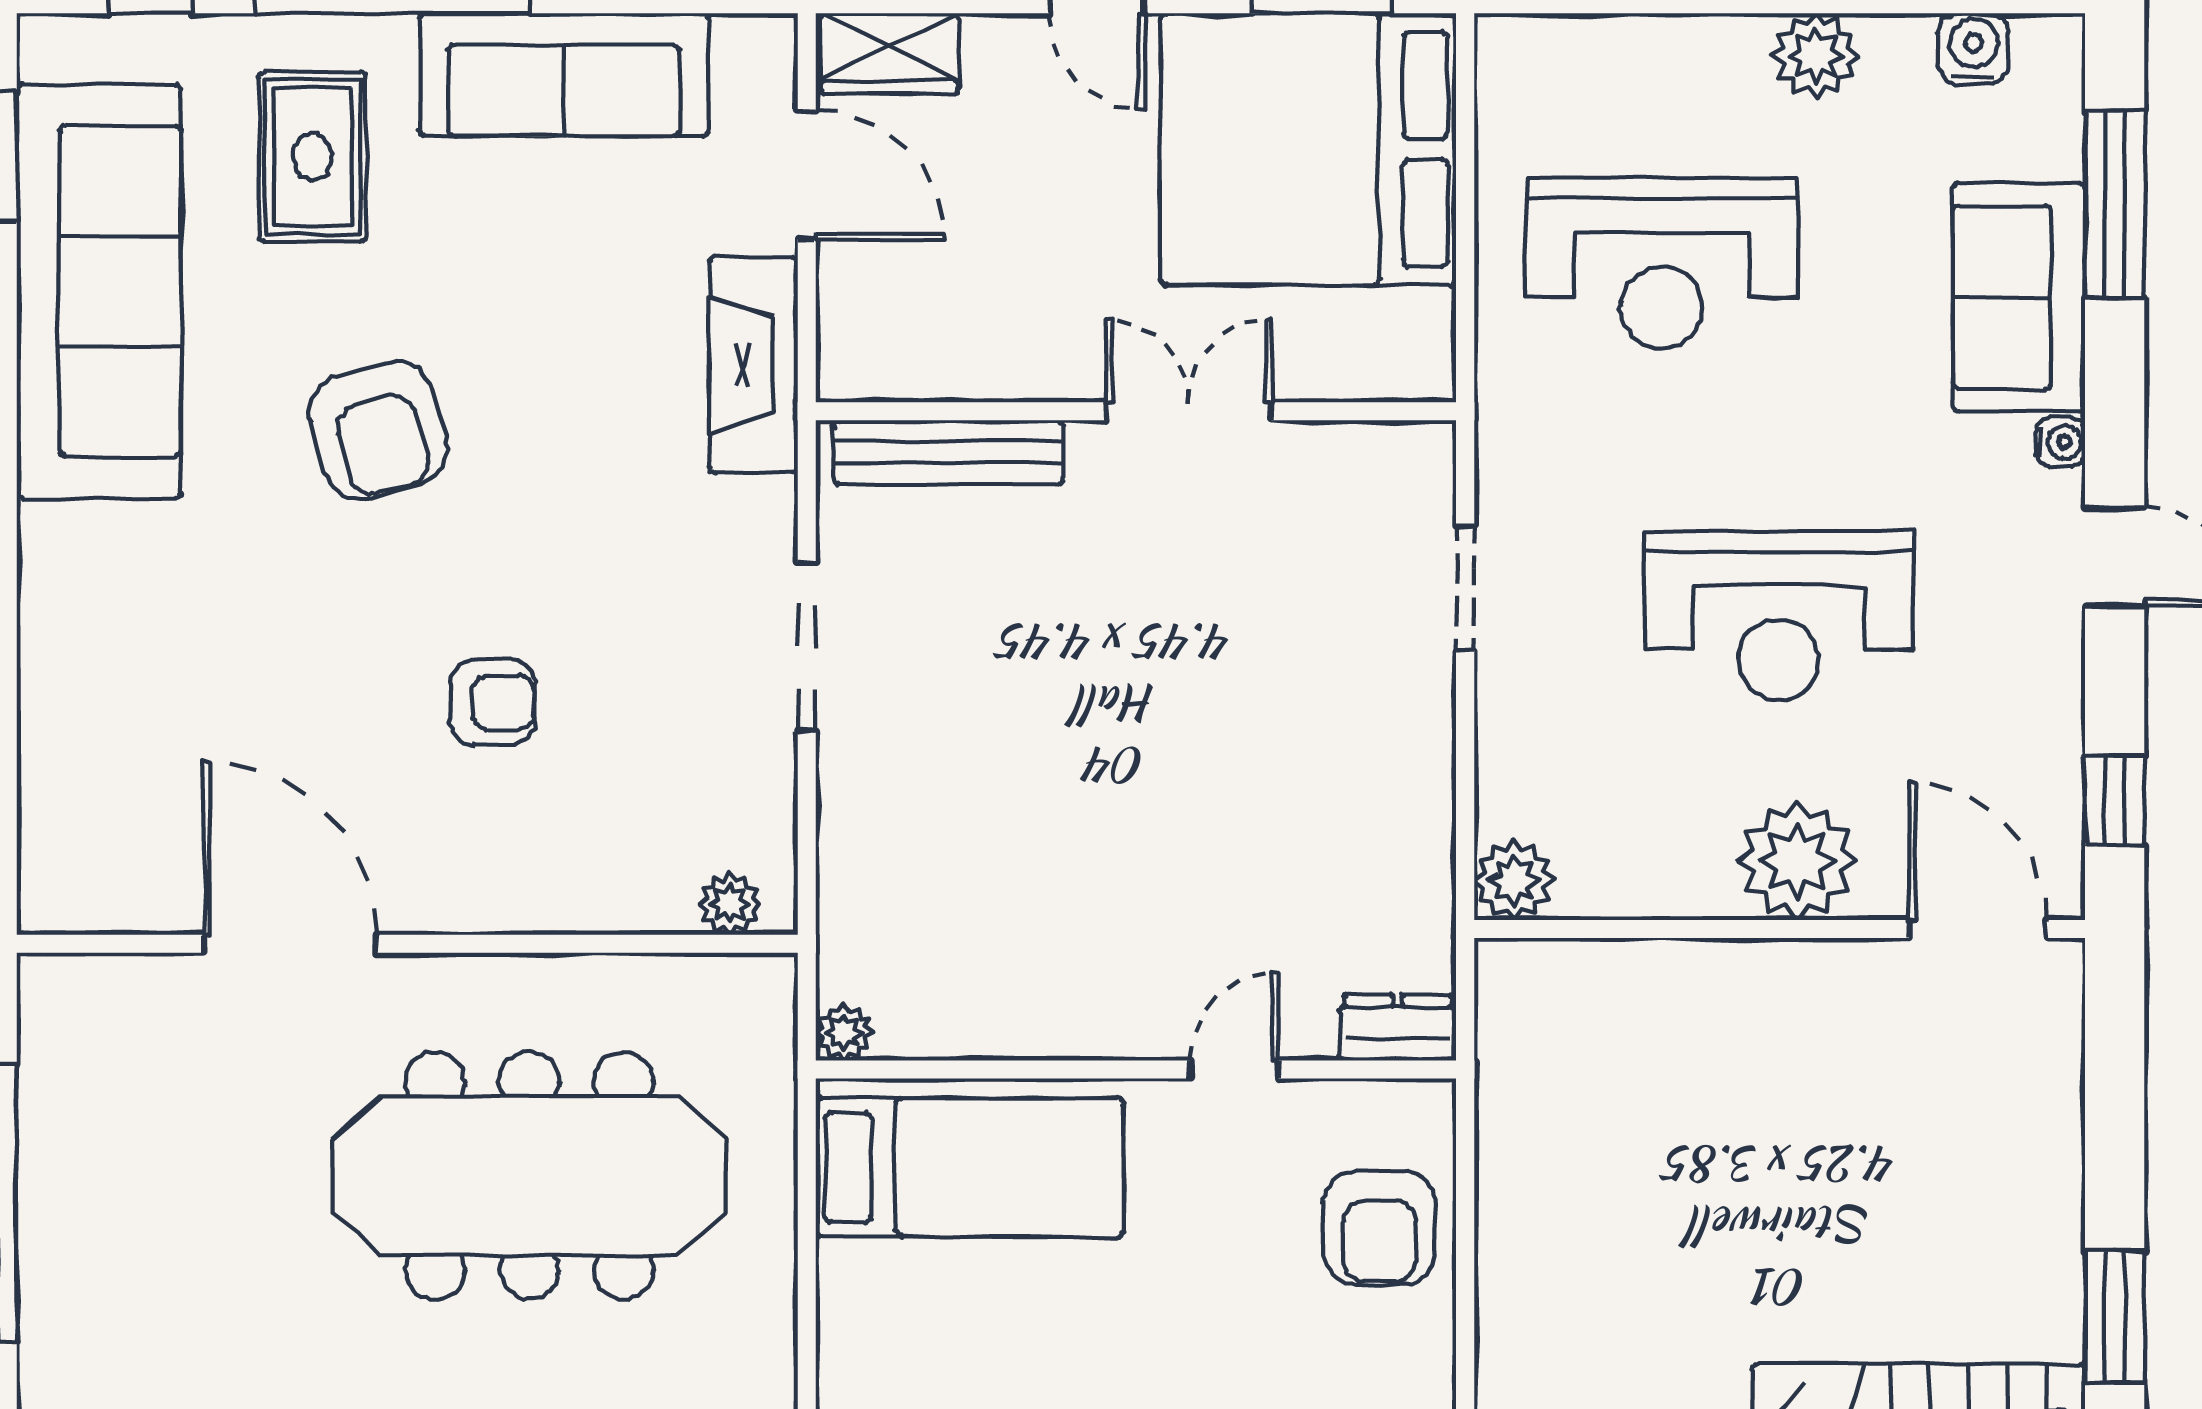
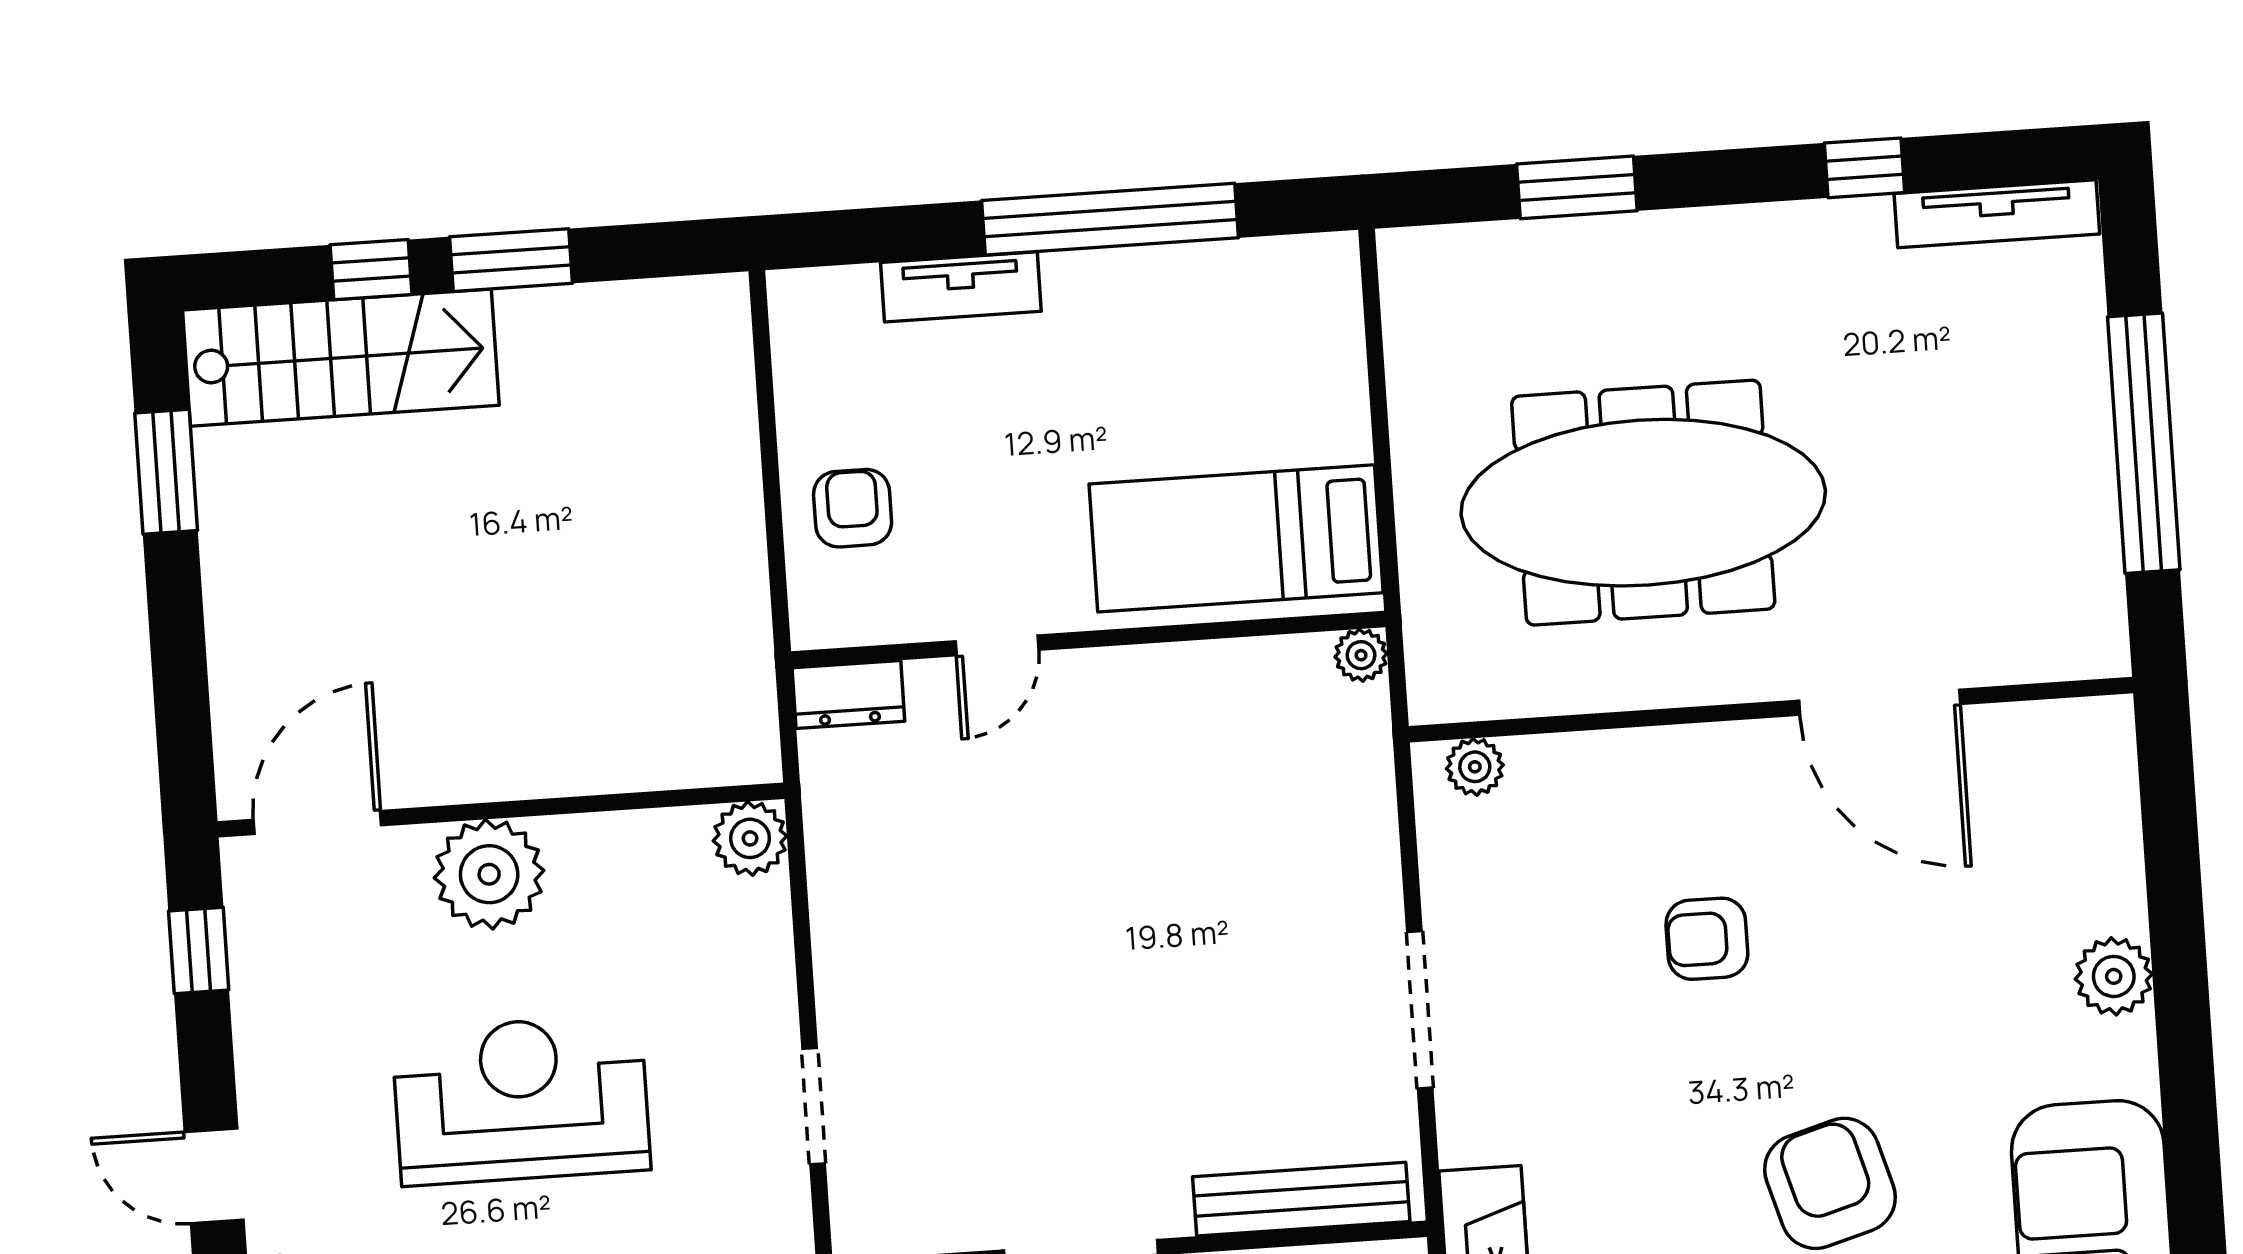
plant: (58, 632) -> (2114, 976), added
door: (1978, 929) -> (317, 823), swing flipped
armchair: (1380, 1228) -> (853, 508), width x0.72, depth x0.72

